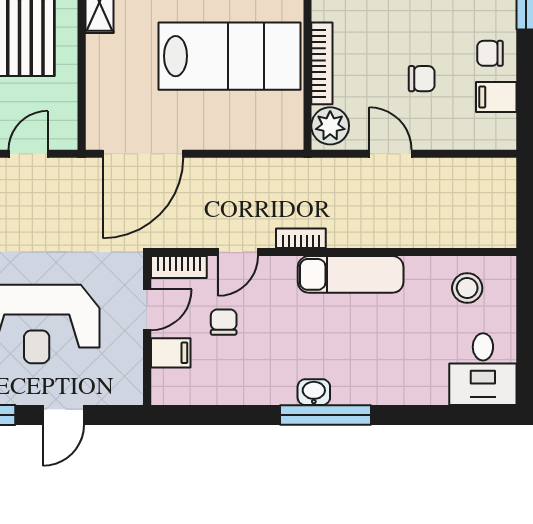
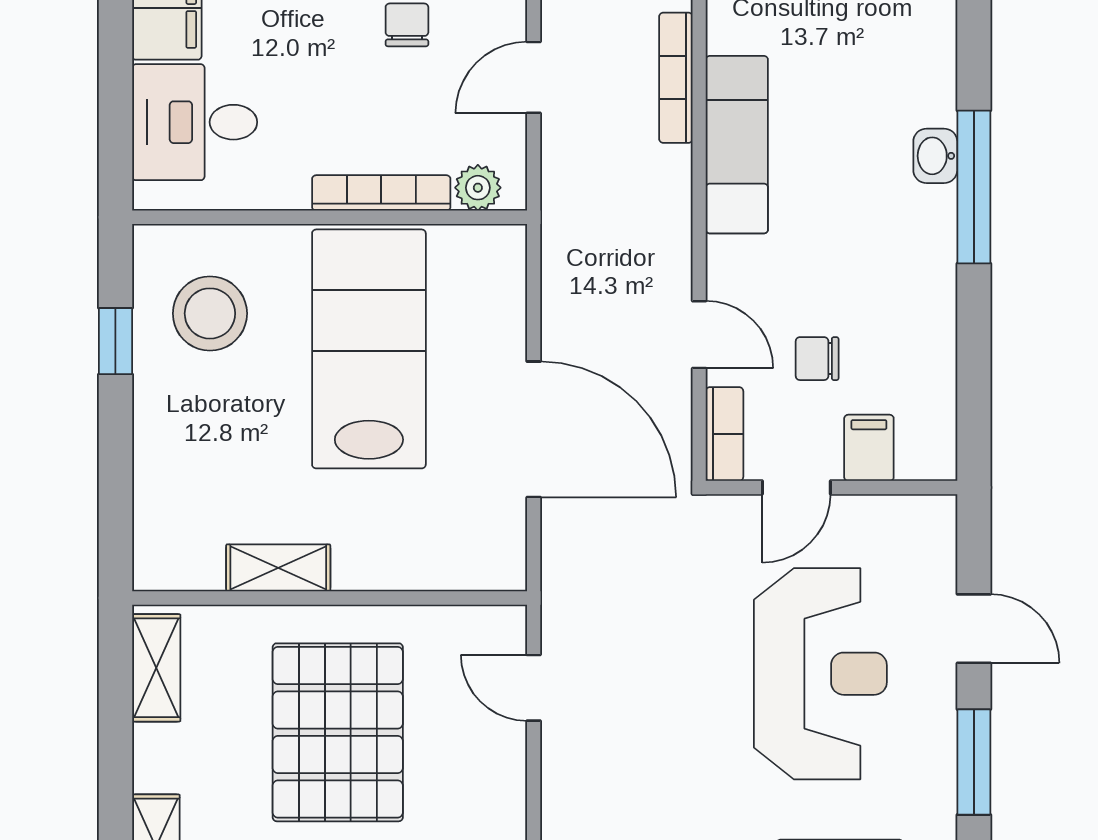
plant: (330, 126) -> (478, 188), width x0.73, depth x0.73
door: (143, 154) -> (534, 429), moved
bookcase: (301, 238) -> (676, 78), moved, width x1.56
door: (147, 310) -> (796, 488), swing flipped
washbasin: (314, 392) -> (935, 156), moved

